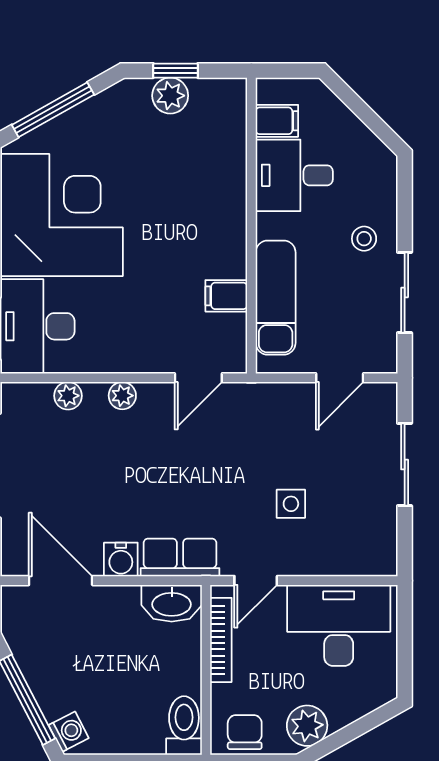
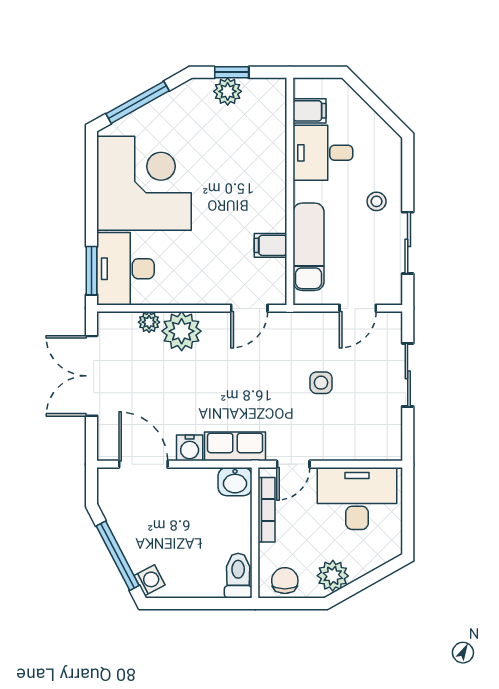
plant: (122, 396) -> (182, 331), width x1.88, depth x1.88
side table: (291, 504) -> (321, 383), moved
washbasin: (172, 603) -> (235, 482), width x0.72

